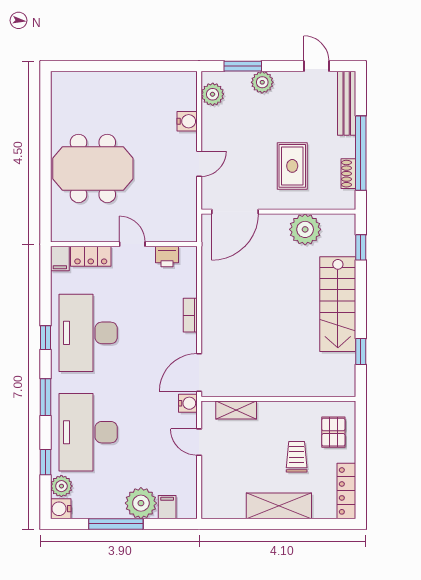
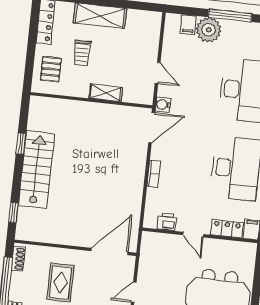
shoe rack: (348, 174) -> (18, 259), moved
plant: (305, 229) -> (56, 231), removed
window: (361, 352) -> (21, 144), moved
shelving: (236, 410) -> (106, 93), moved

